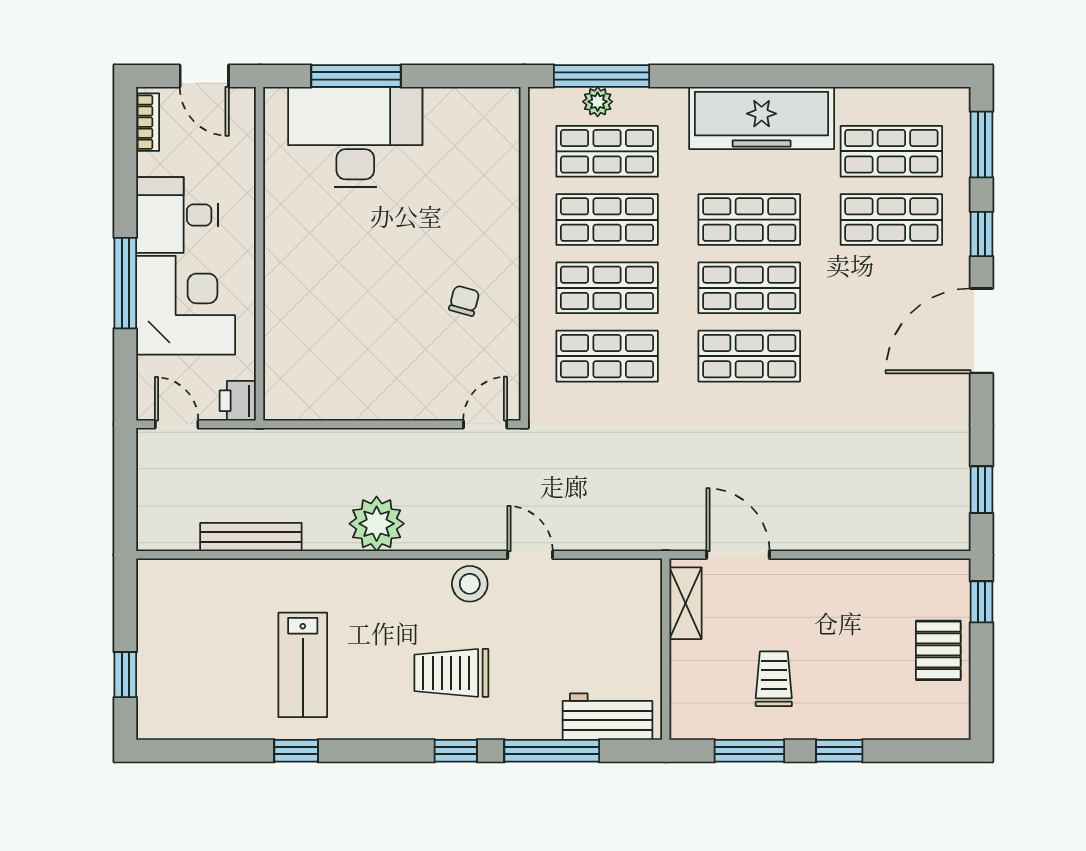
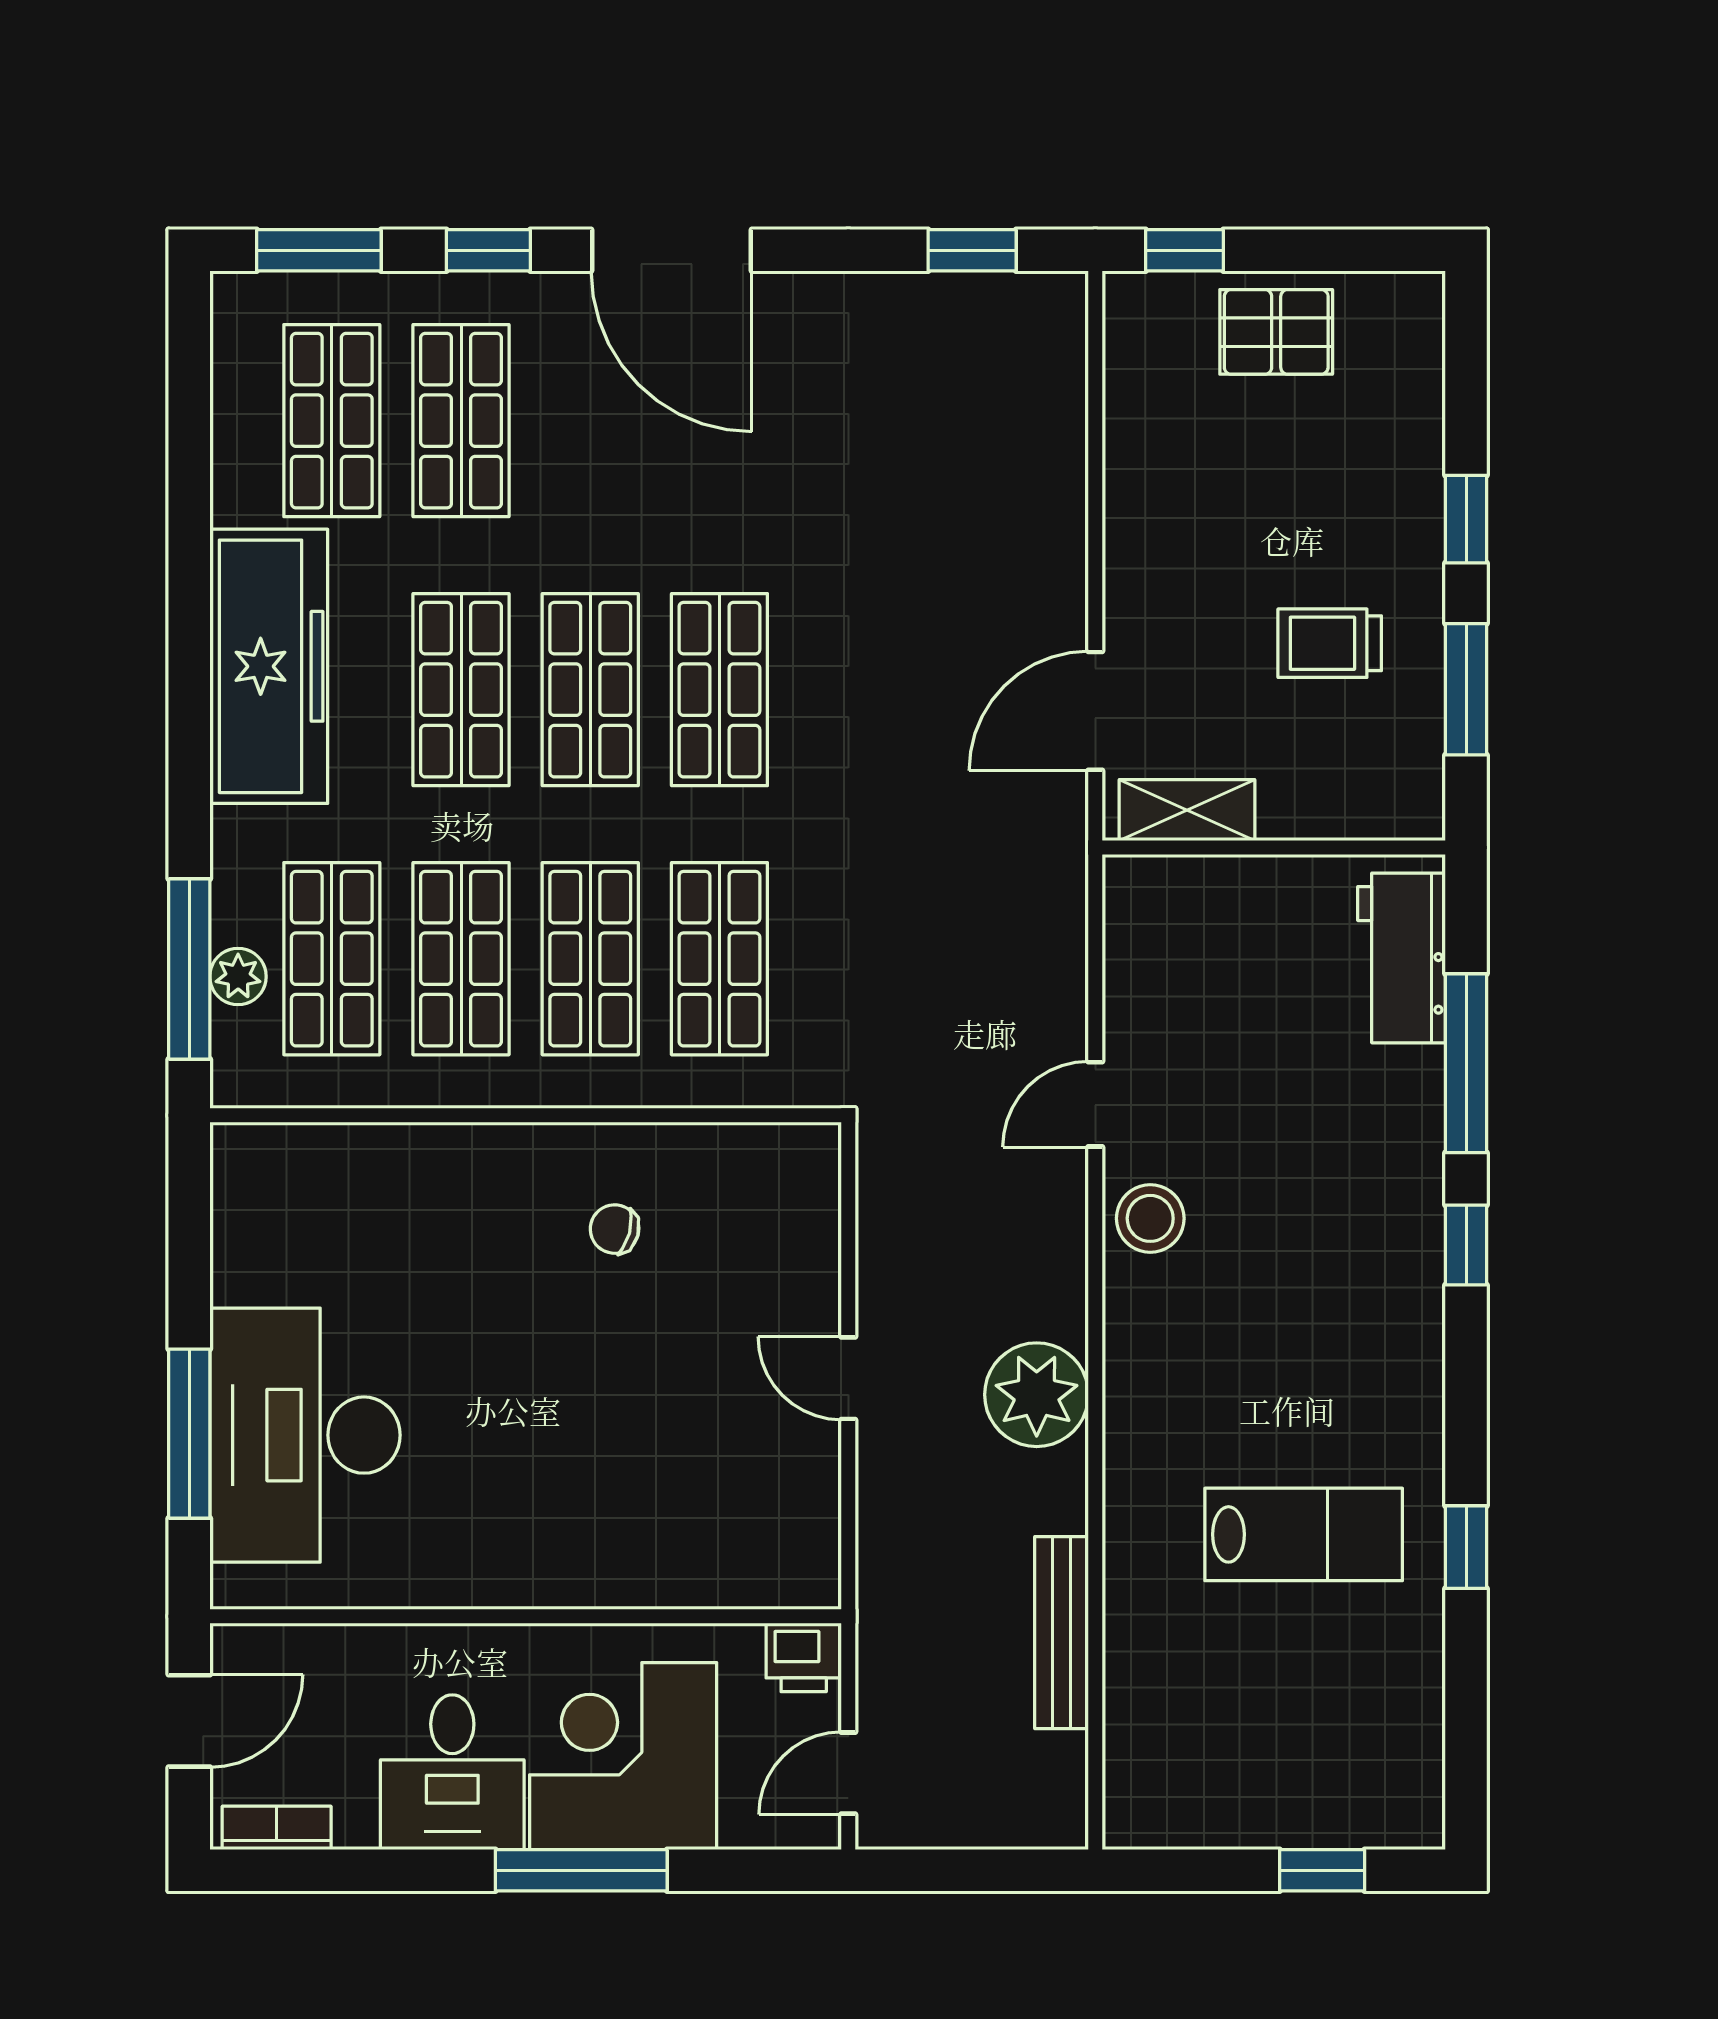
door: (485, 424) -> (848, 1378), moved
trolley: (451, 673) -> (1319, 1253), removed

